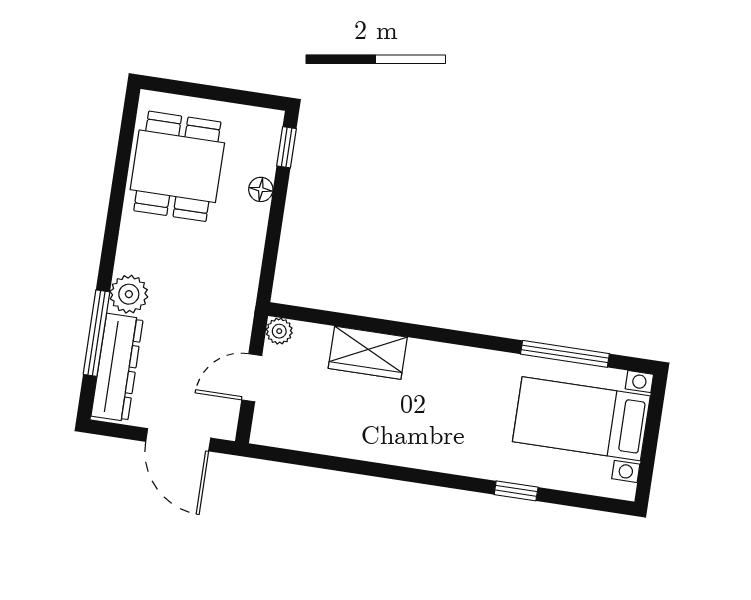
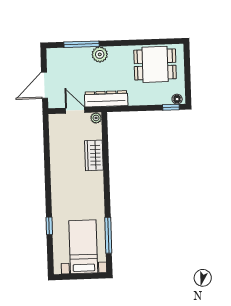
floor lamp: (261, 189) -> (177, 99), moved
dresser: (117, 367) -> (106, 99), moved, turned 180

